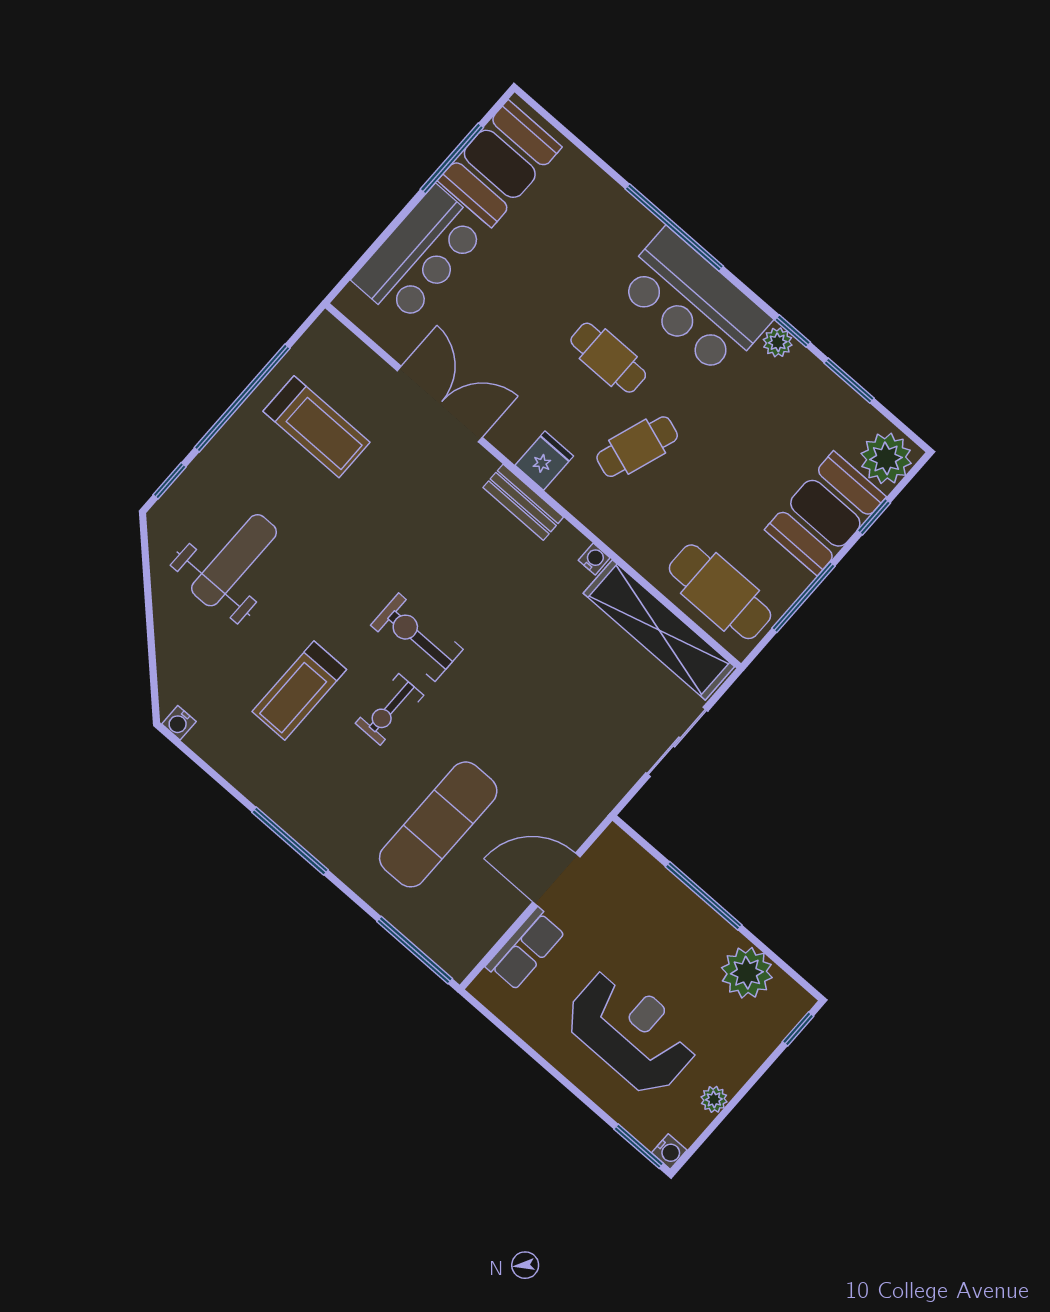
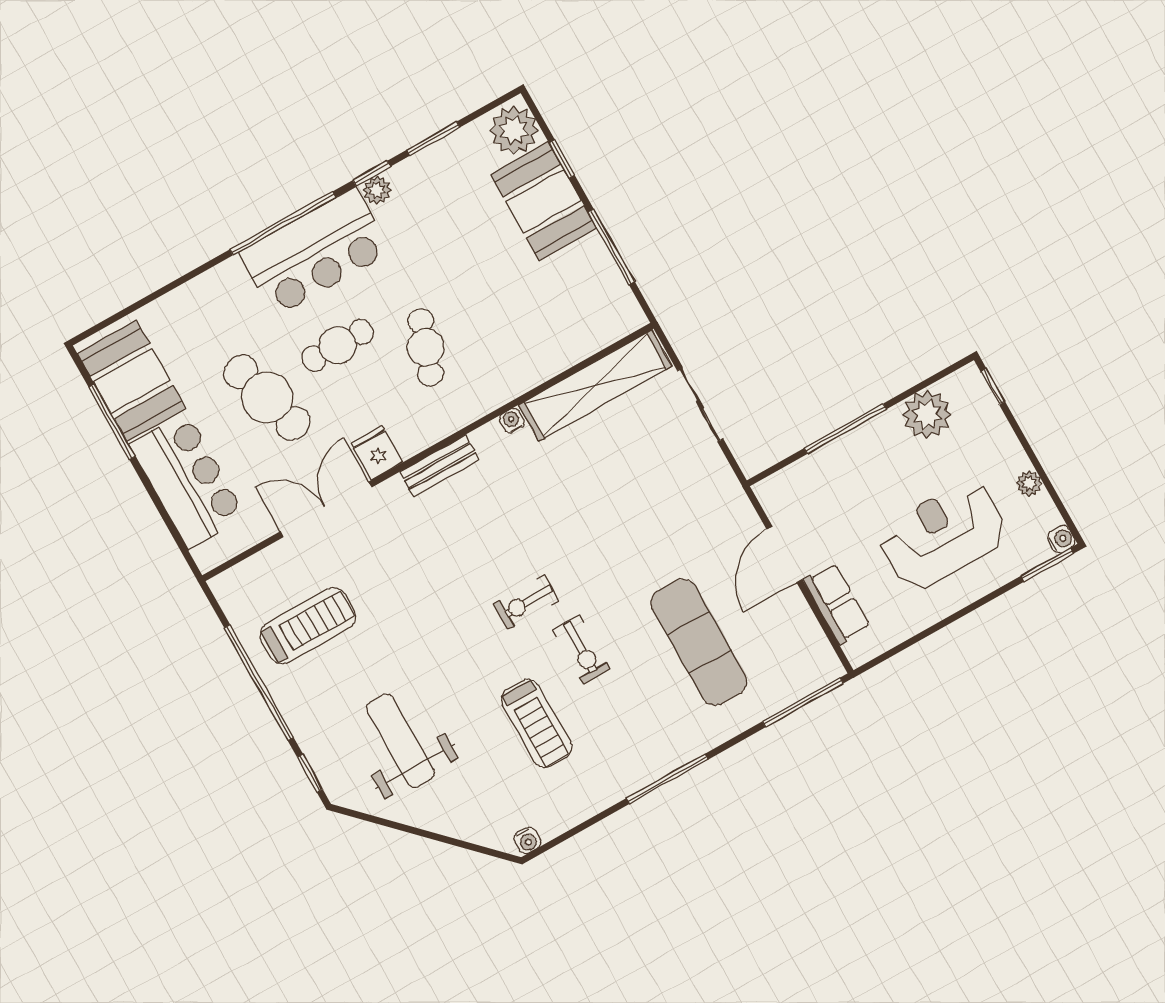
window: (674, 227) -> (283, 223), moved
fridge: (544, 461) -> (377, 452), moved
cafe table: (720, 592) -> (267, 397), moved, turned 74
exercise bike: (417, 637) -> (526, 603), width x0.73, depth x0.72

